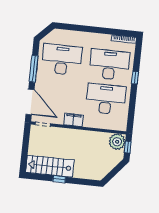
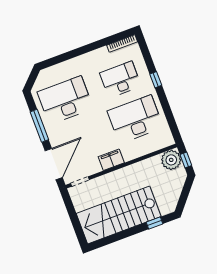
desk: (109, 65) -> (120, 80), width x0.73, depth x0.77
door: (30, 102) -> (54, 164), hinge flipped
stairs: (50, 166) -> (119, 215), width x1.36, depth x1.51
window: (59, 179) -> (154, 223), moved

